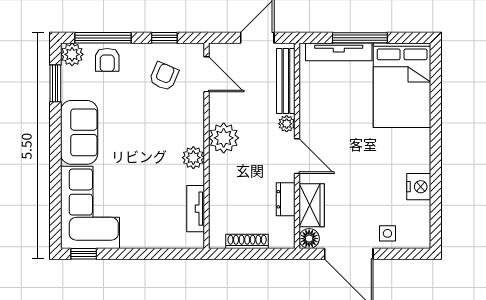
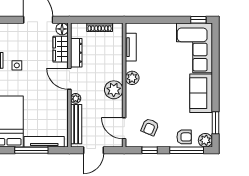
armchair: (107, 60) -> (184, 137), turned 90
dresser: (286, 199) -> (76, 53), width x1.44
side table: (387, 233) -> (17, 65), moved

